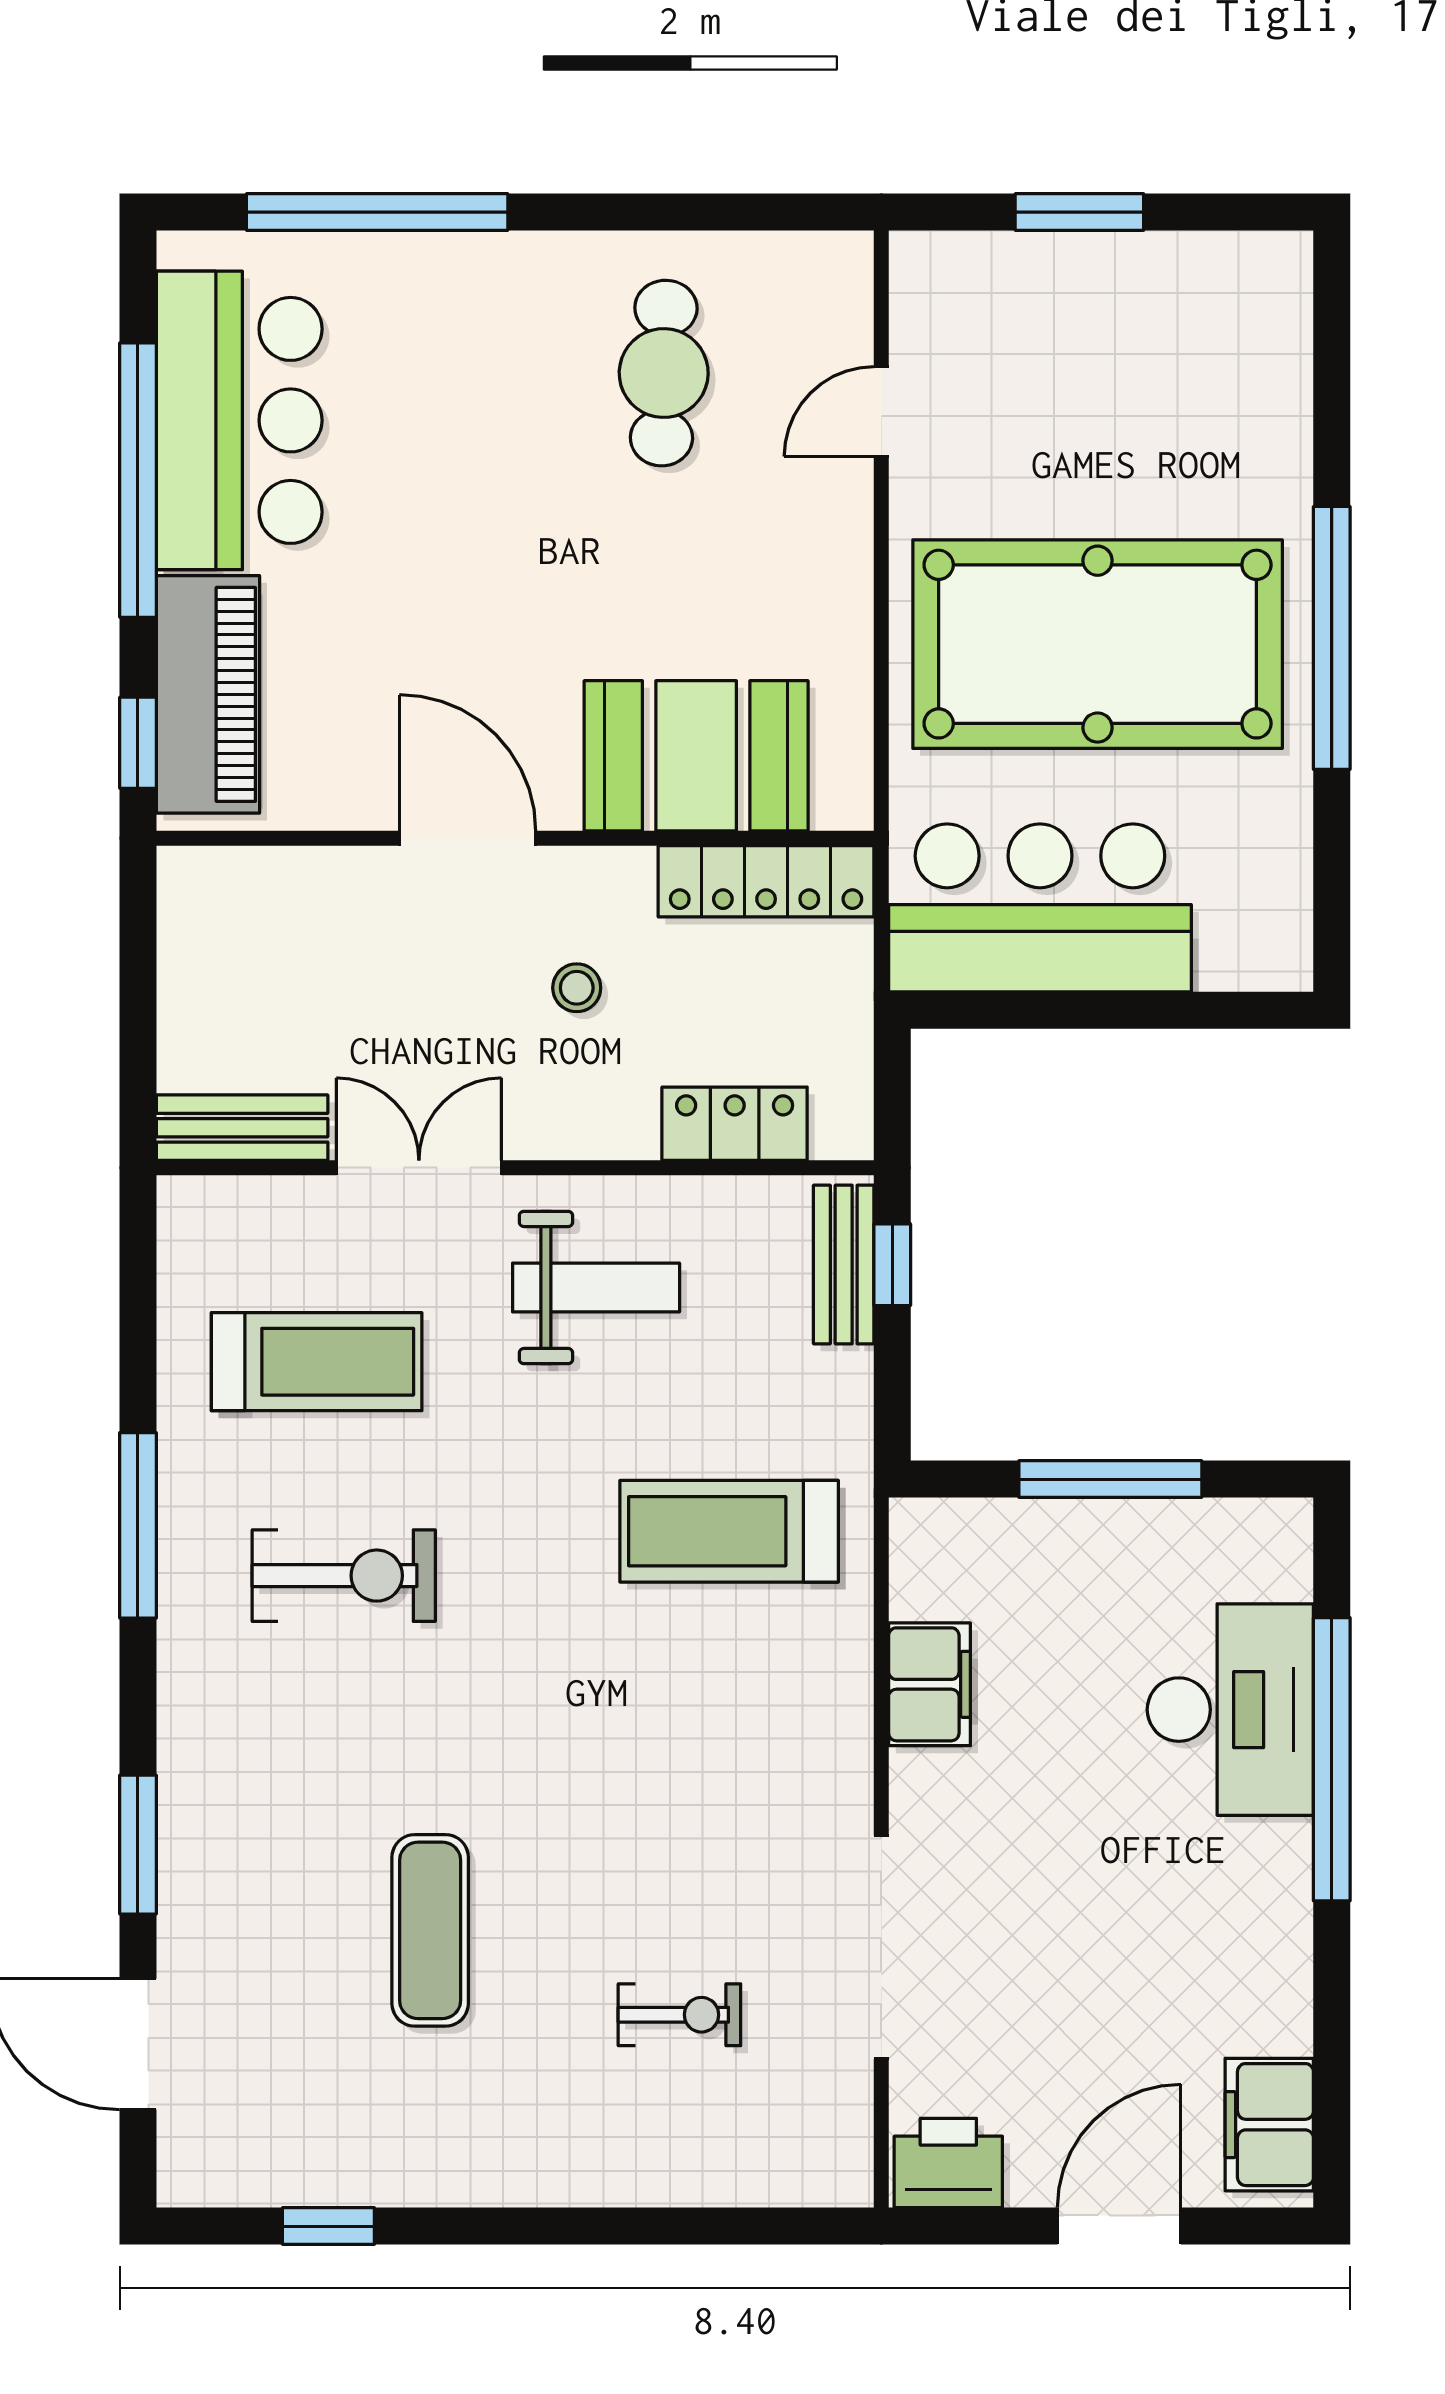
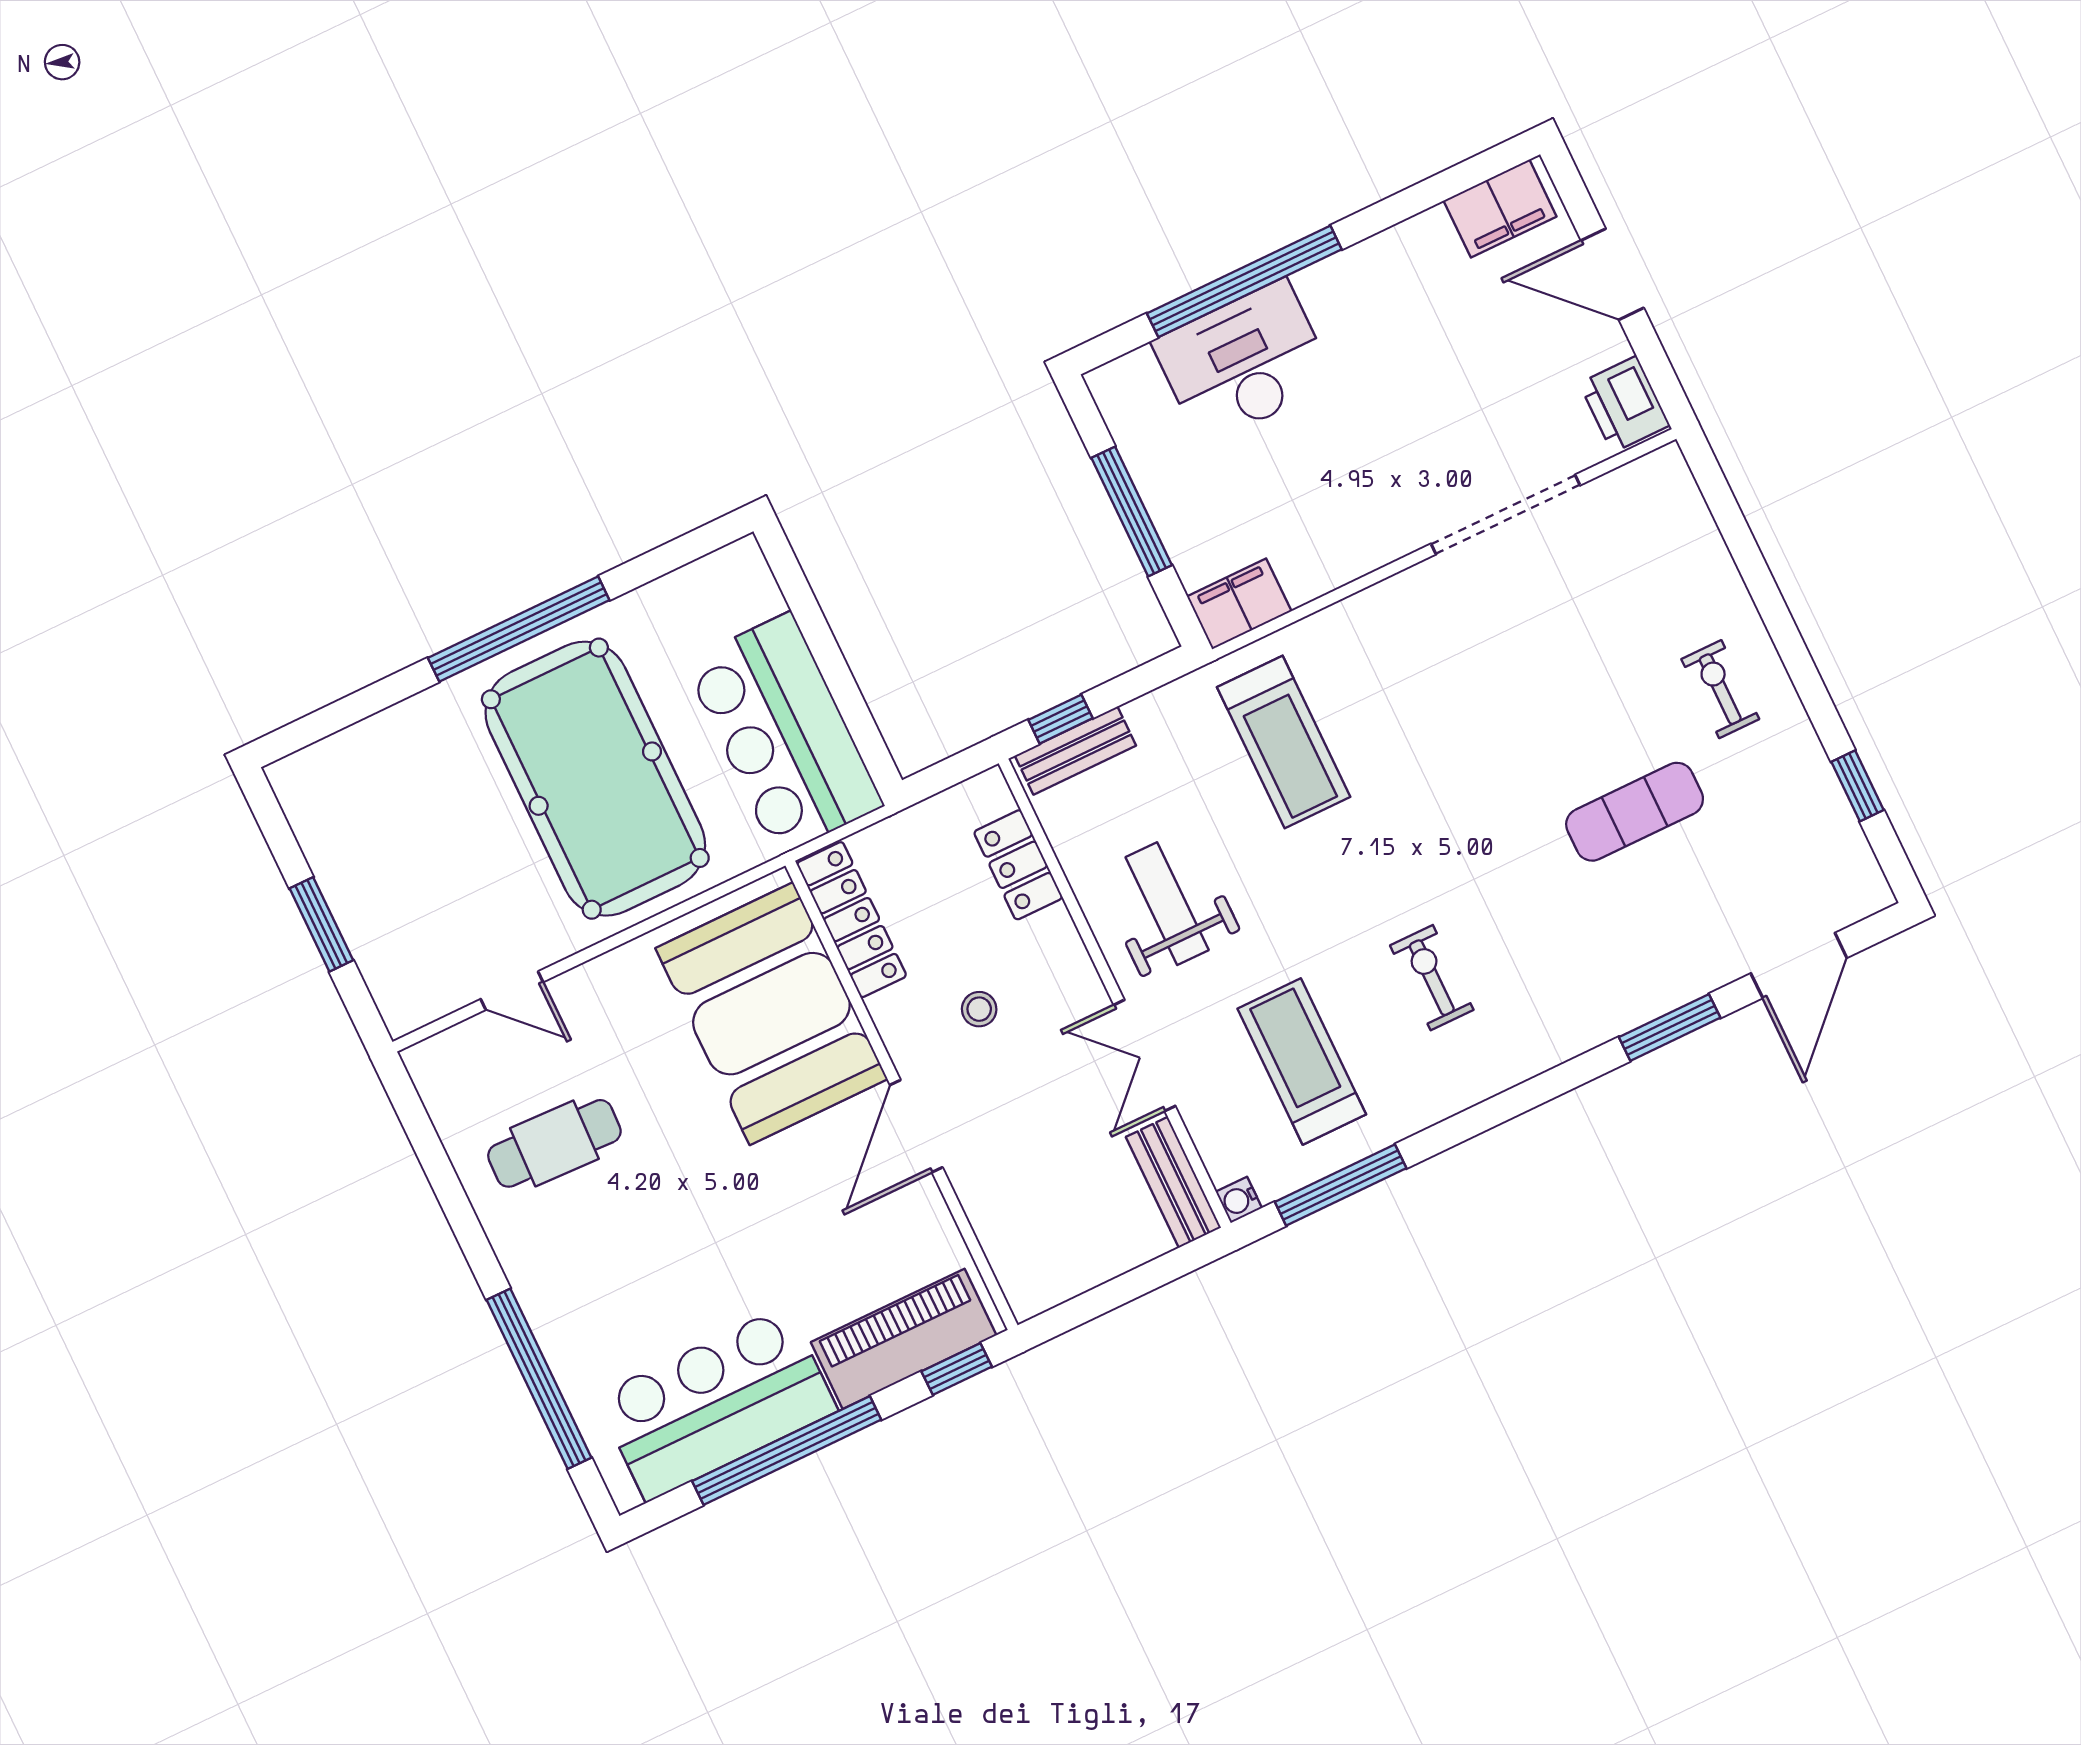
booth: (696, 756) -> (771, 1014), width x1.36, depth x1.42
water cooler: (181, 1199) -> (1239, 1200), added
window: (138, 1525) -> (1341, 1185), moved
exercise bike: (344, 1576) -> (1432, 978), width x0.73, depth x0.72
filing cabinet: (930, 1684) -> (1239, 604), moved
exercise bike: (679, 2015) -> (1720, 689), moved

